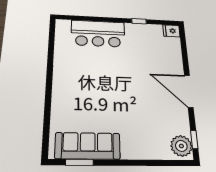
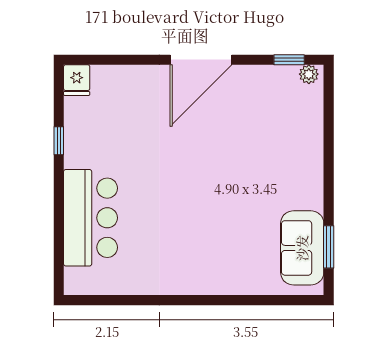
sofa: (88, 146) -> (302, 248), width x0.73
plant: (181, 146) -> (309, 74), width x0.53, depth x0.53

